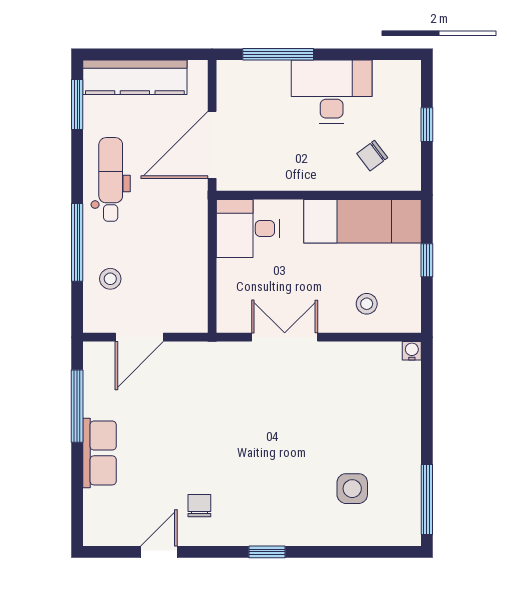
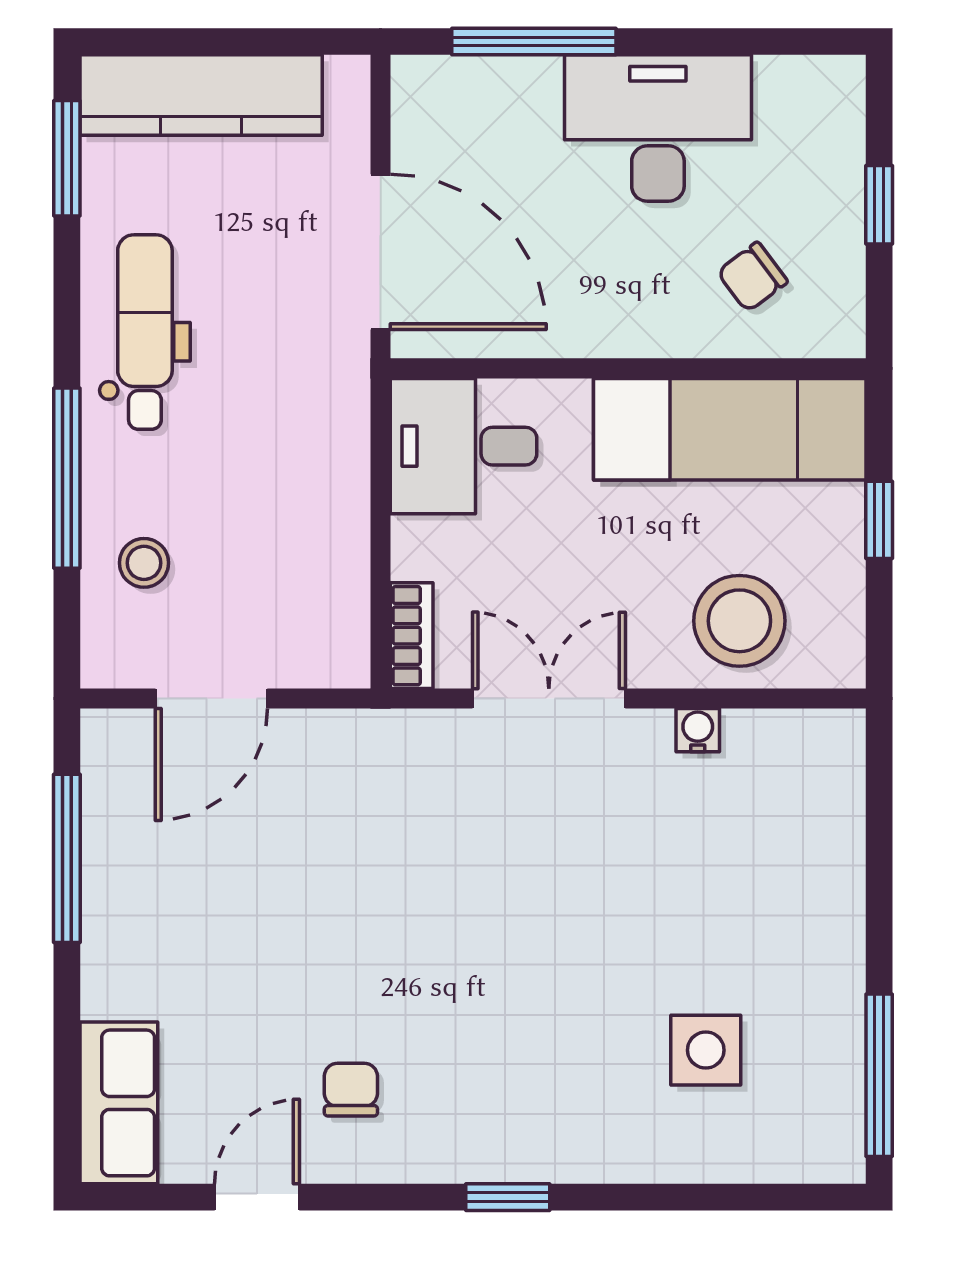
door: (212, 145) -> (381, 252), swing flipped
stool: (367, 304) -> (739, 621), width x1.89, depth x1.89
bookcase: (226, 310) -> (412, 636), added
water cooler: (412, 351) -> (698, 730), moved
row of seats: (99, 453) -> (119, 1103), moved

